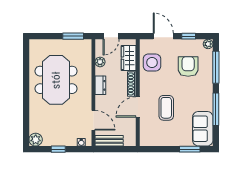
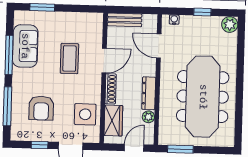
plant: (208, 44) -> (16, 135), removed
meeting table: (56, 80) -> (203, 97), width x1.36
dresser: (100, 85) -> (149, 93), width x1.44
sofa: (203, 129) -> (25, 46), moved
bench: (109, 141) -> (125, 20), moved

